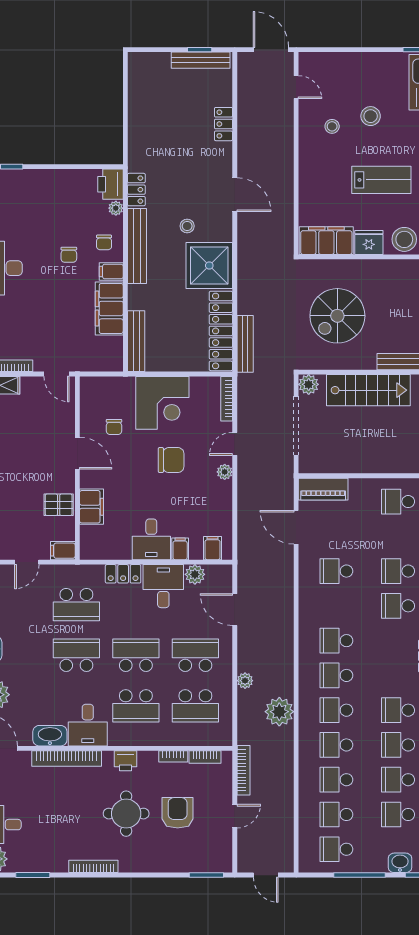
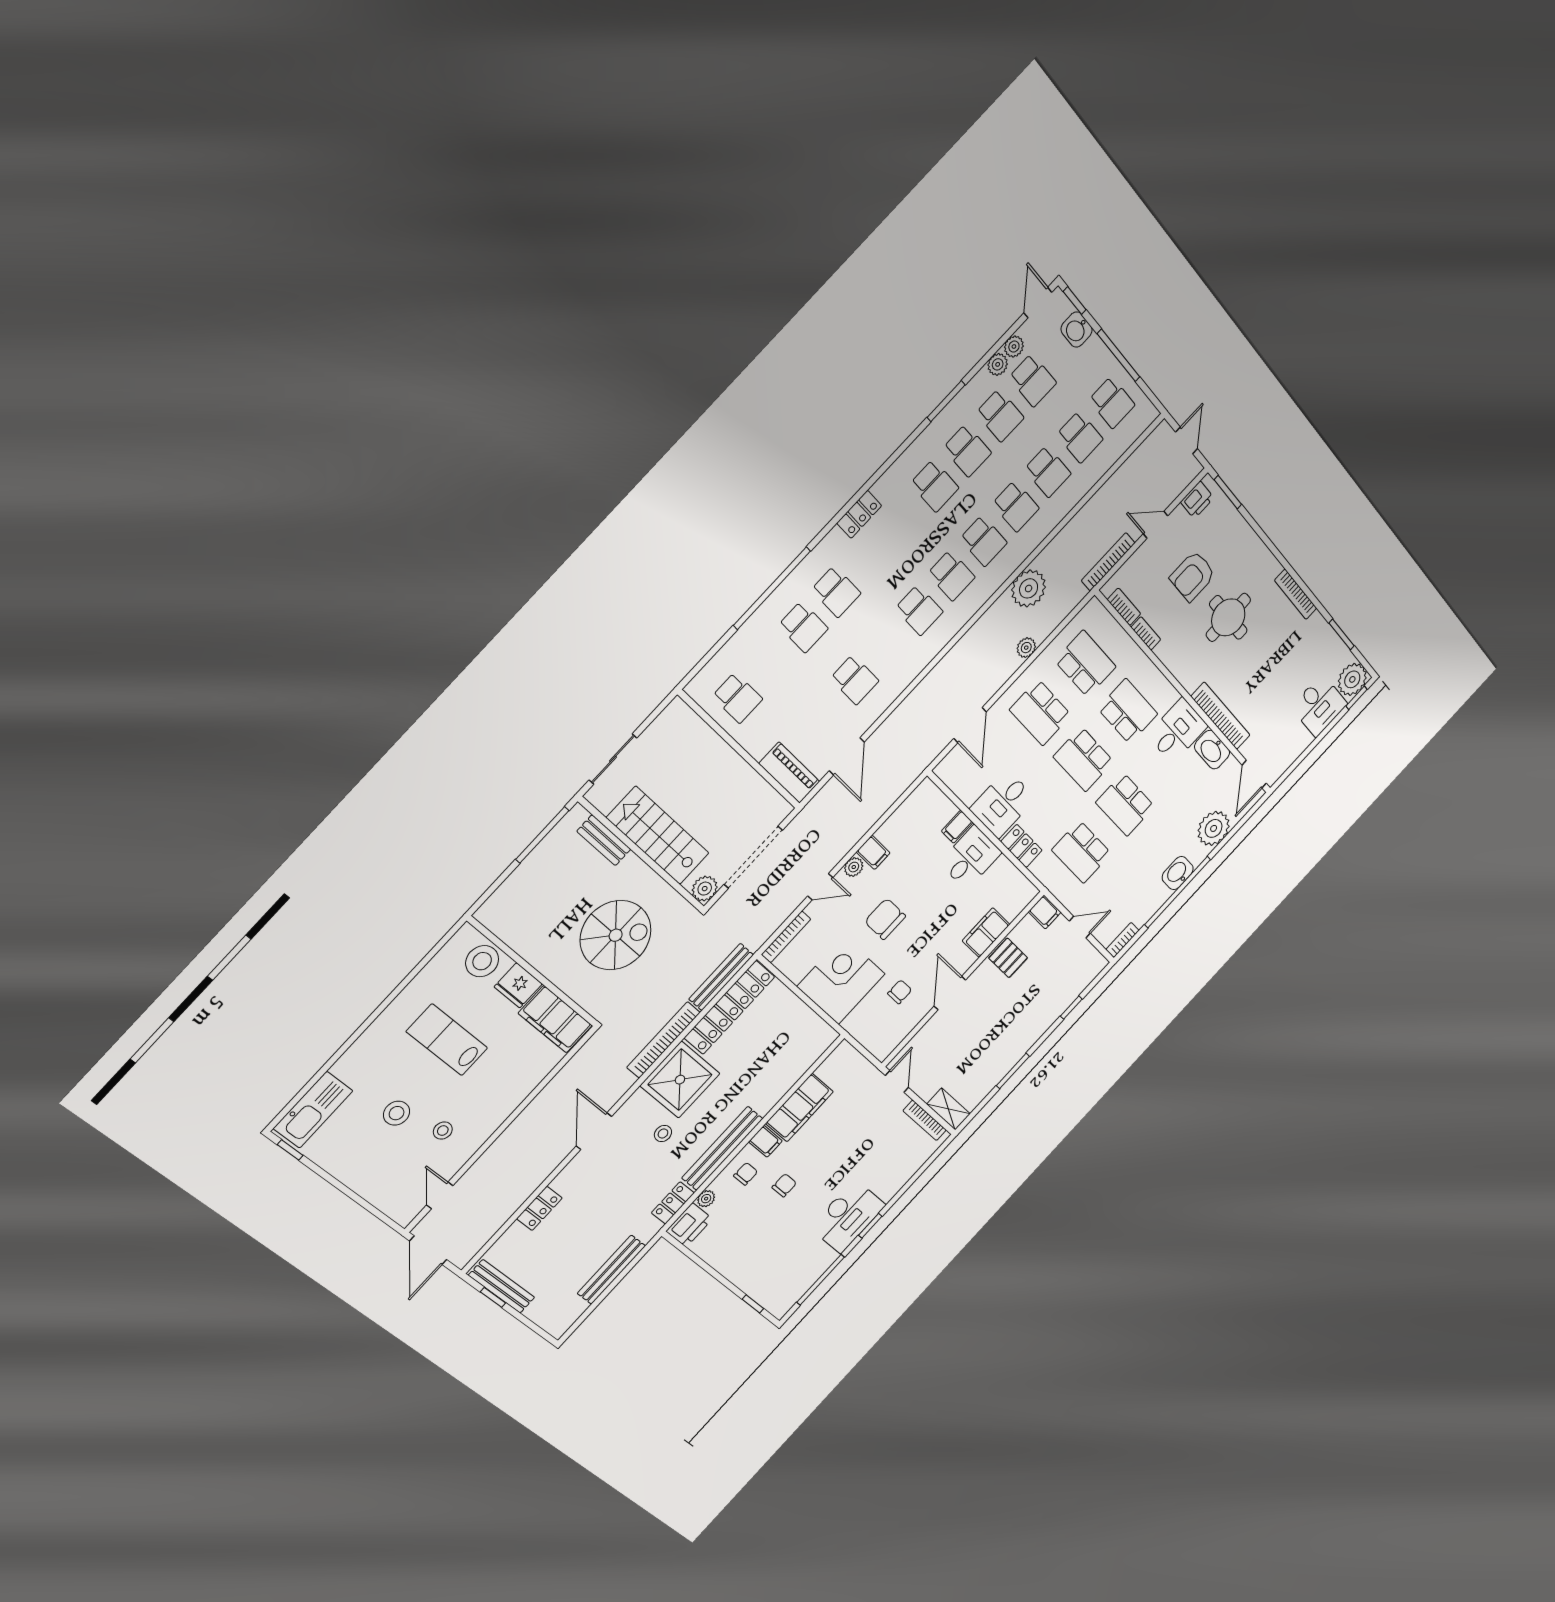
bookcase: (245, 280) -> (663, 1040), added
bench: (136, 341) -> (611, 1270), moved
filing cabinet: (212, 548) -> (873, 852), moved, turned -90
plant: (195, 574) -> (969, 791), removed
school desk: (76, 605) -> (1082, 852), turned 180
printer: (126, 761) -> (1197, 500), moved, turned 90

